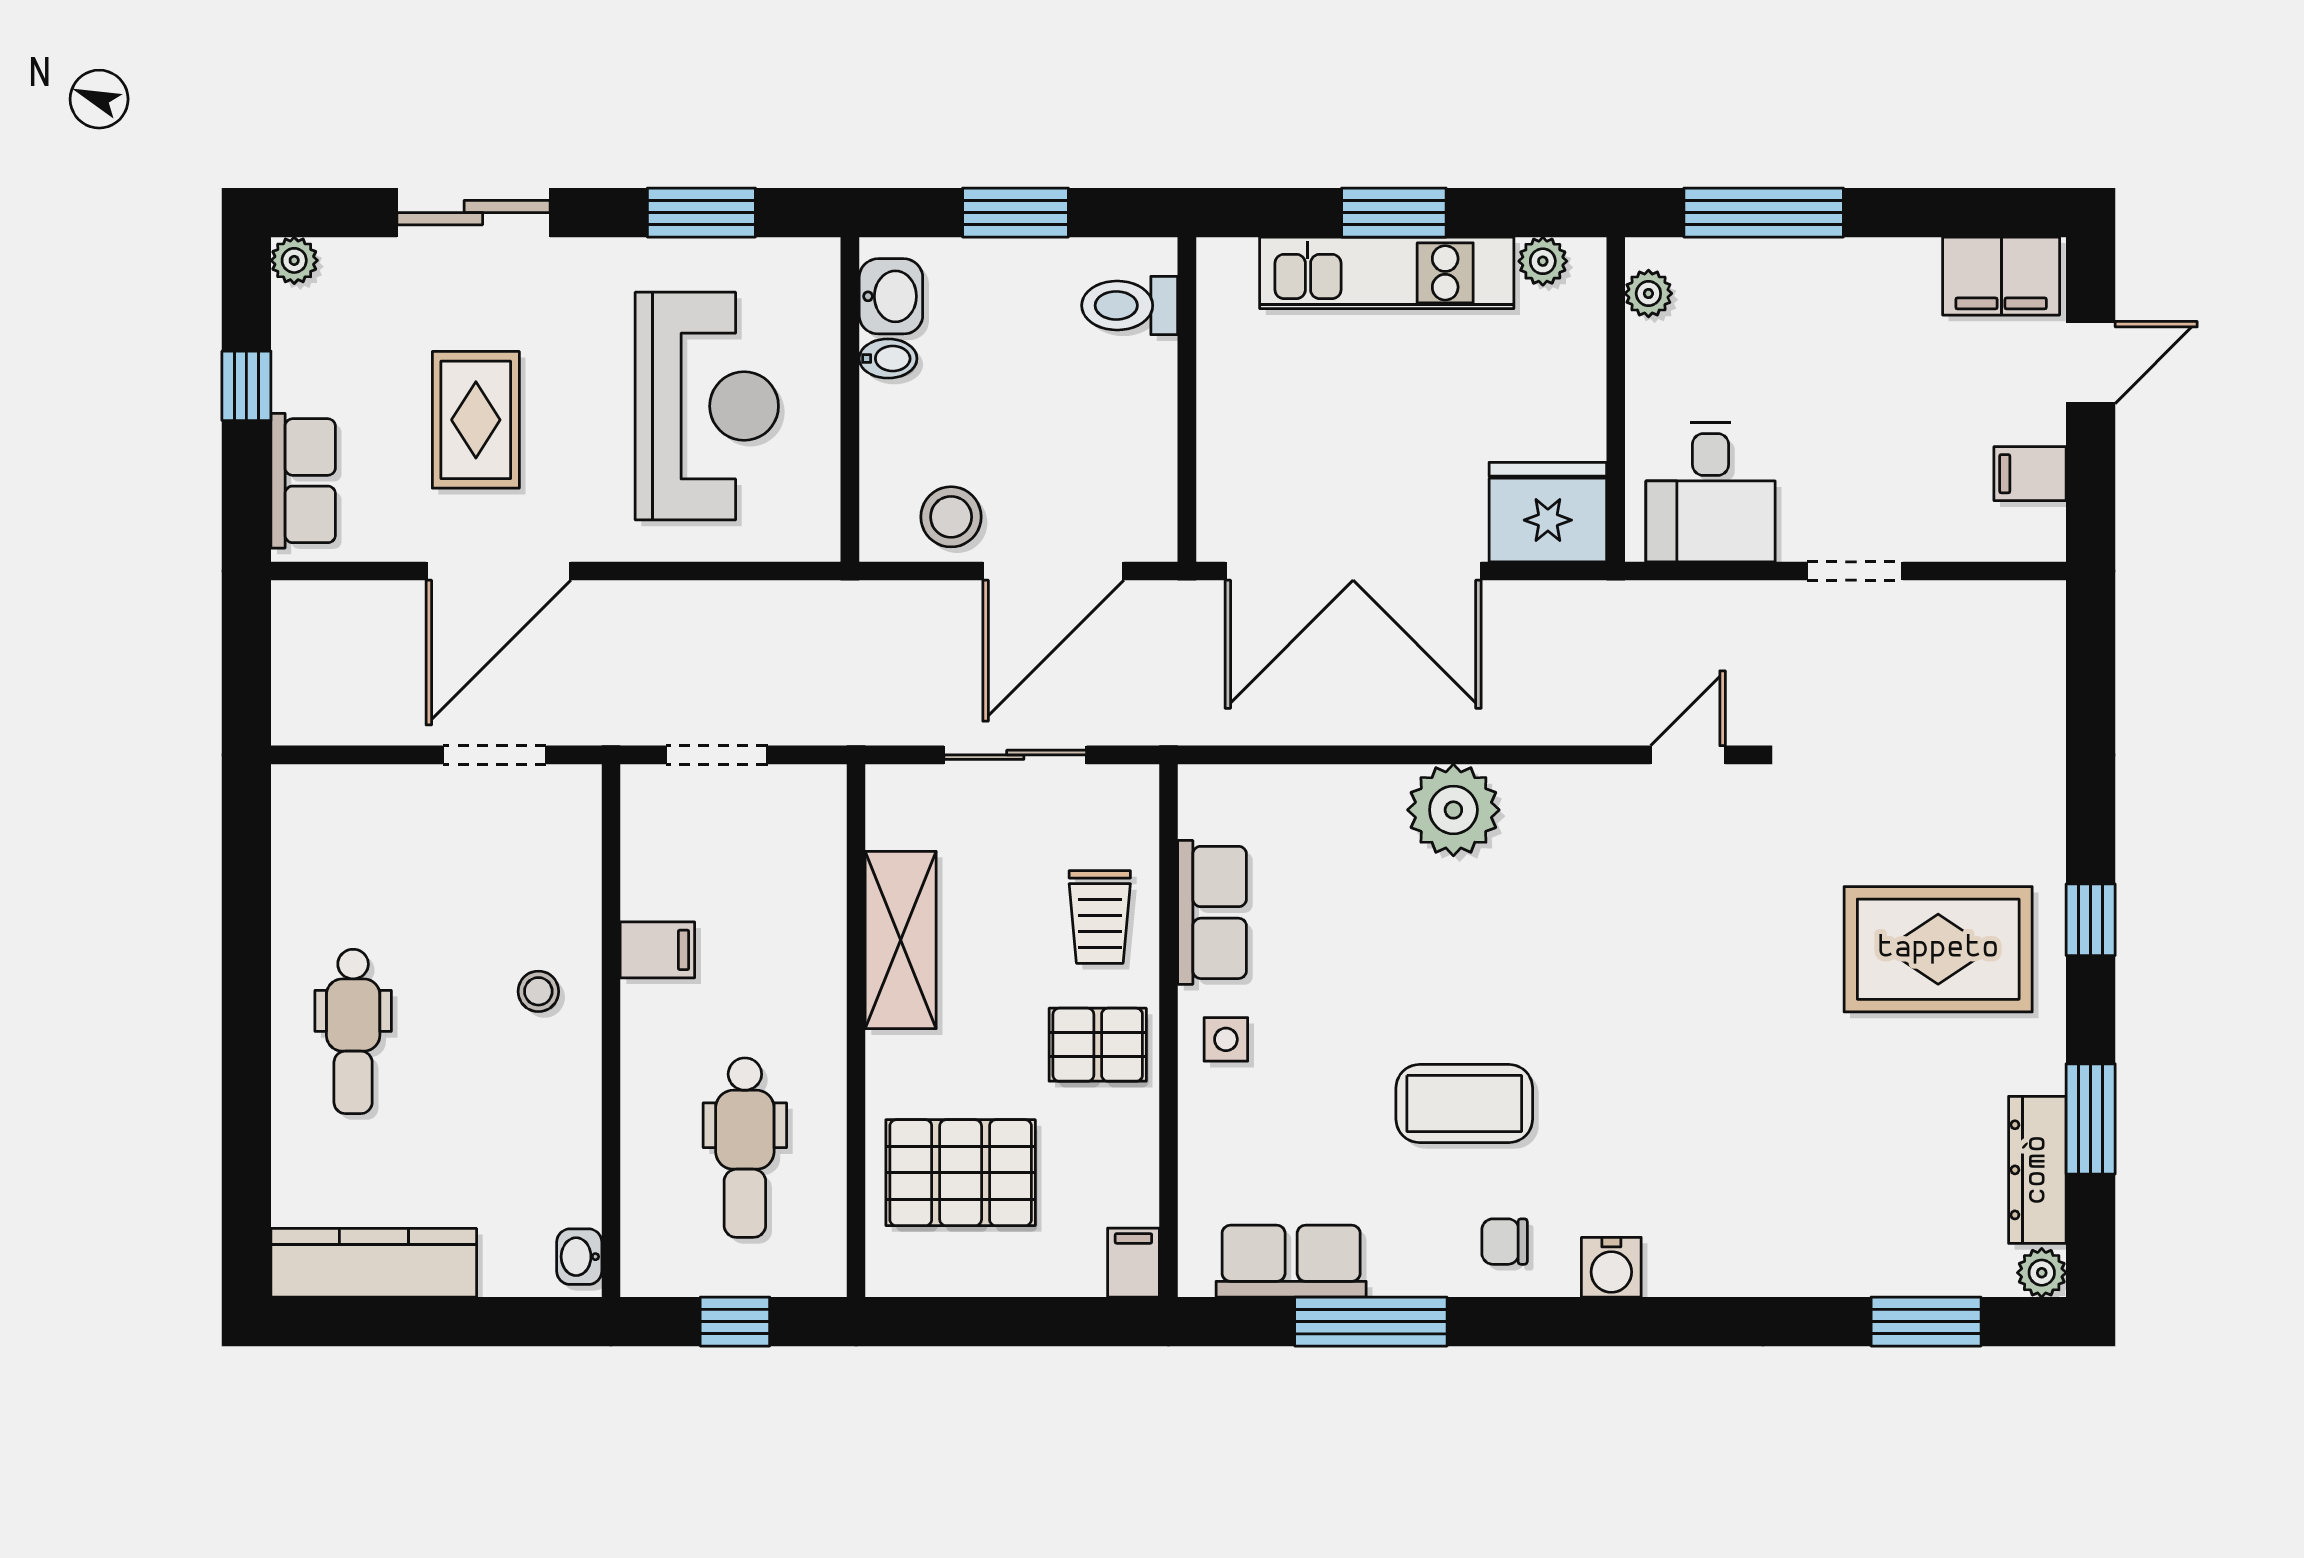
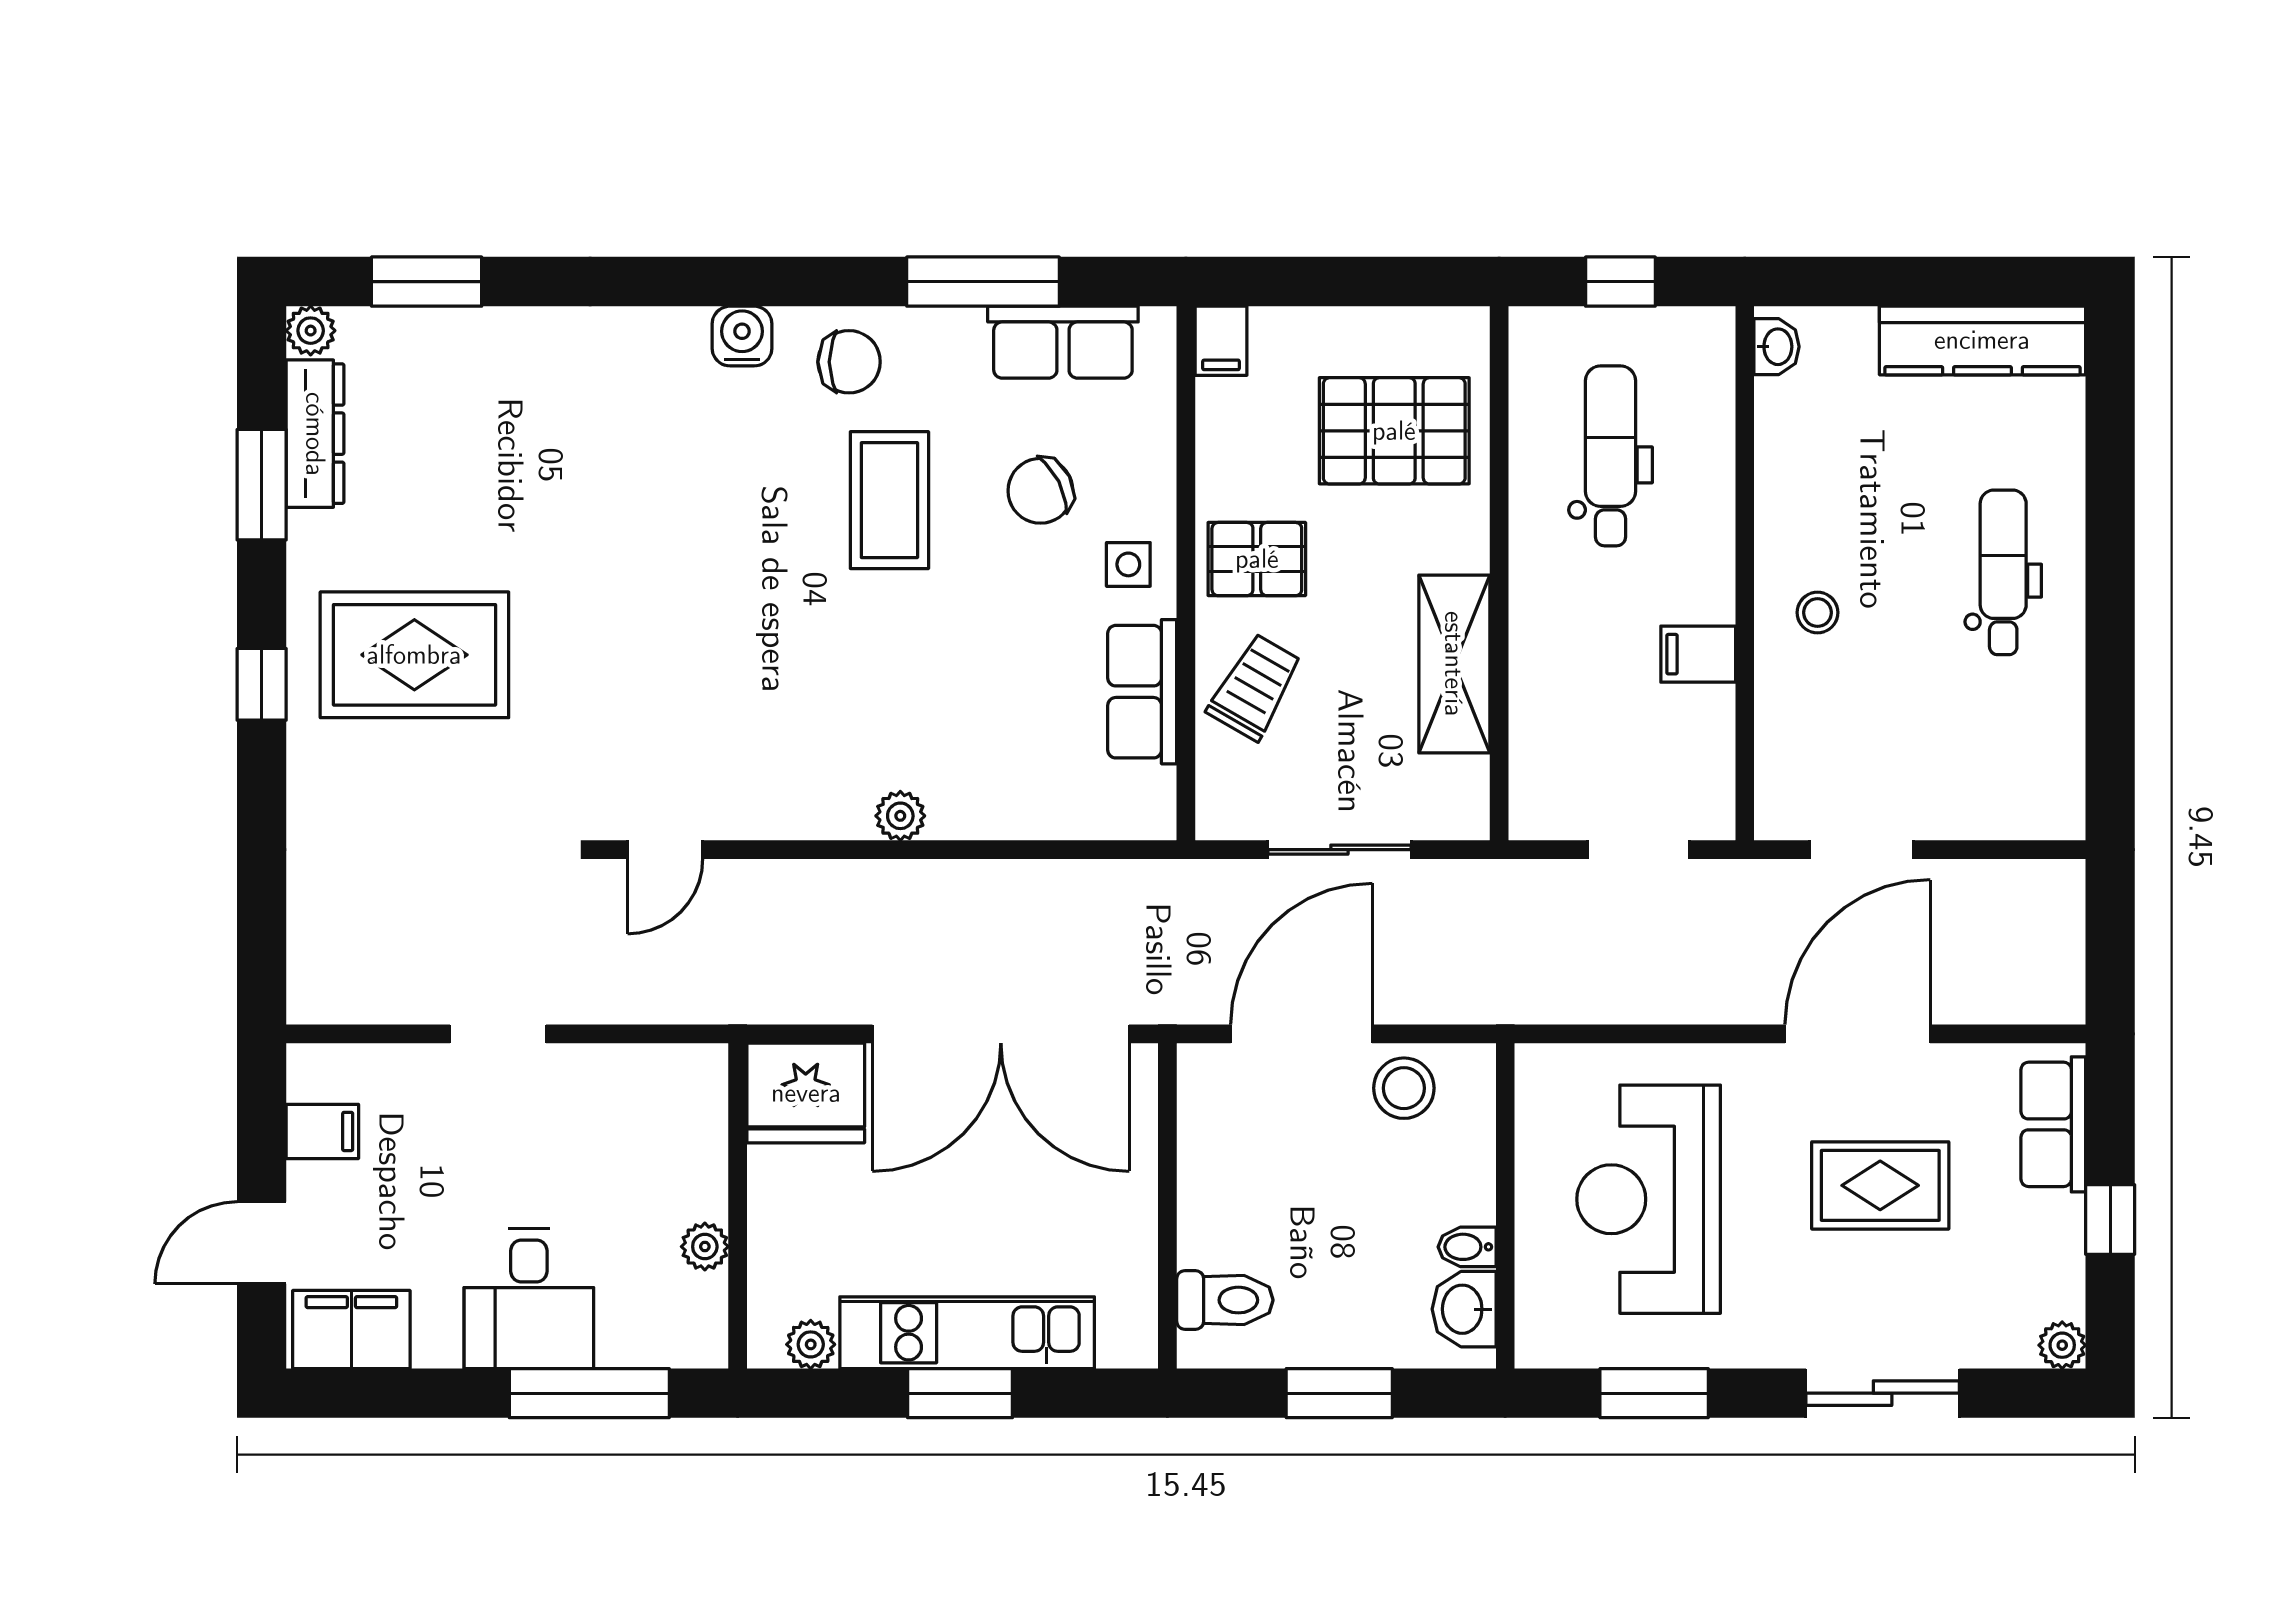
plant: (1648, 293) -> (705, 1247), moved
rug: (476, 420) -> (1880, 1185), turned 90
desk: (1711, 492) -> (529, 1299), moved, turned 180
double door: (1353, 571) -> (1001, 1034), swing flipped
plant: (1453, 810) -> (900, 816), width x0.53, depth x0.53
trolley: (1100, 917) -> (1255, 687), turned 30
coffee table: (1464, 1104) -> (889, 500), turned 90
chair: (1314, 1113) -> (1040, 491), added
chair: (1505, 1242) -> (849, 362), width x1.37, depth x1.37

